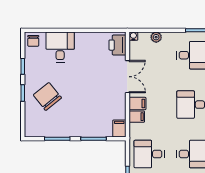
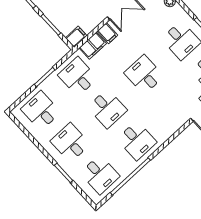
filing cabinet: (137, 117) -> (93, 46), width x2.00

